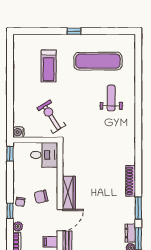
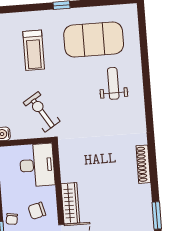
exercise mat: (98, 61) -> (94, 40), width x1.47
desk: (44, 155) -> (37, 165), width x1.37
shoe rack: (131, 181) -> (143, 164), moved

